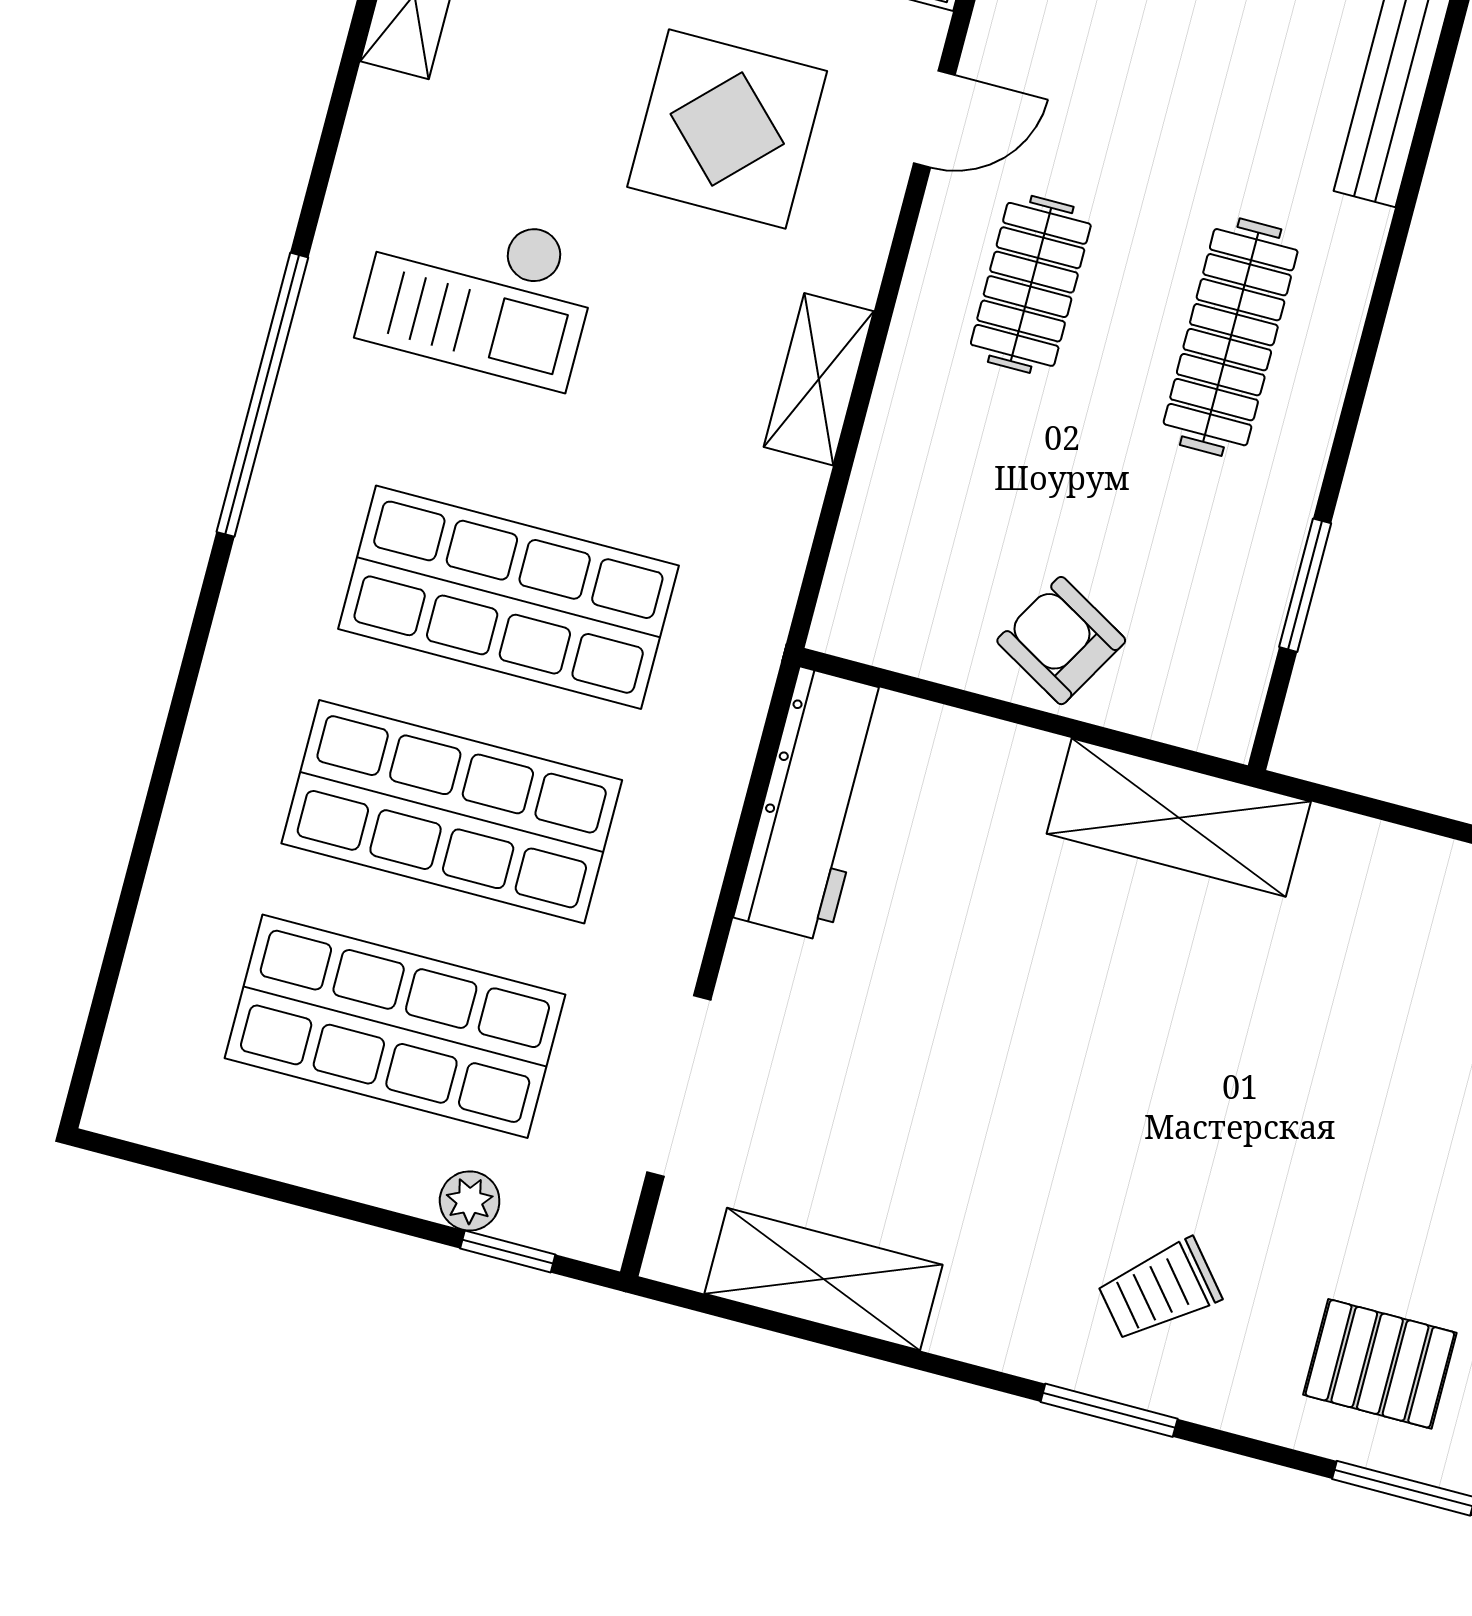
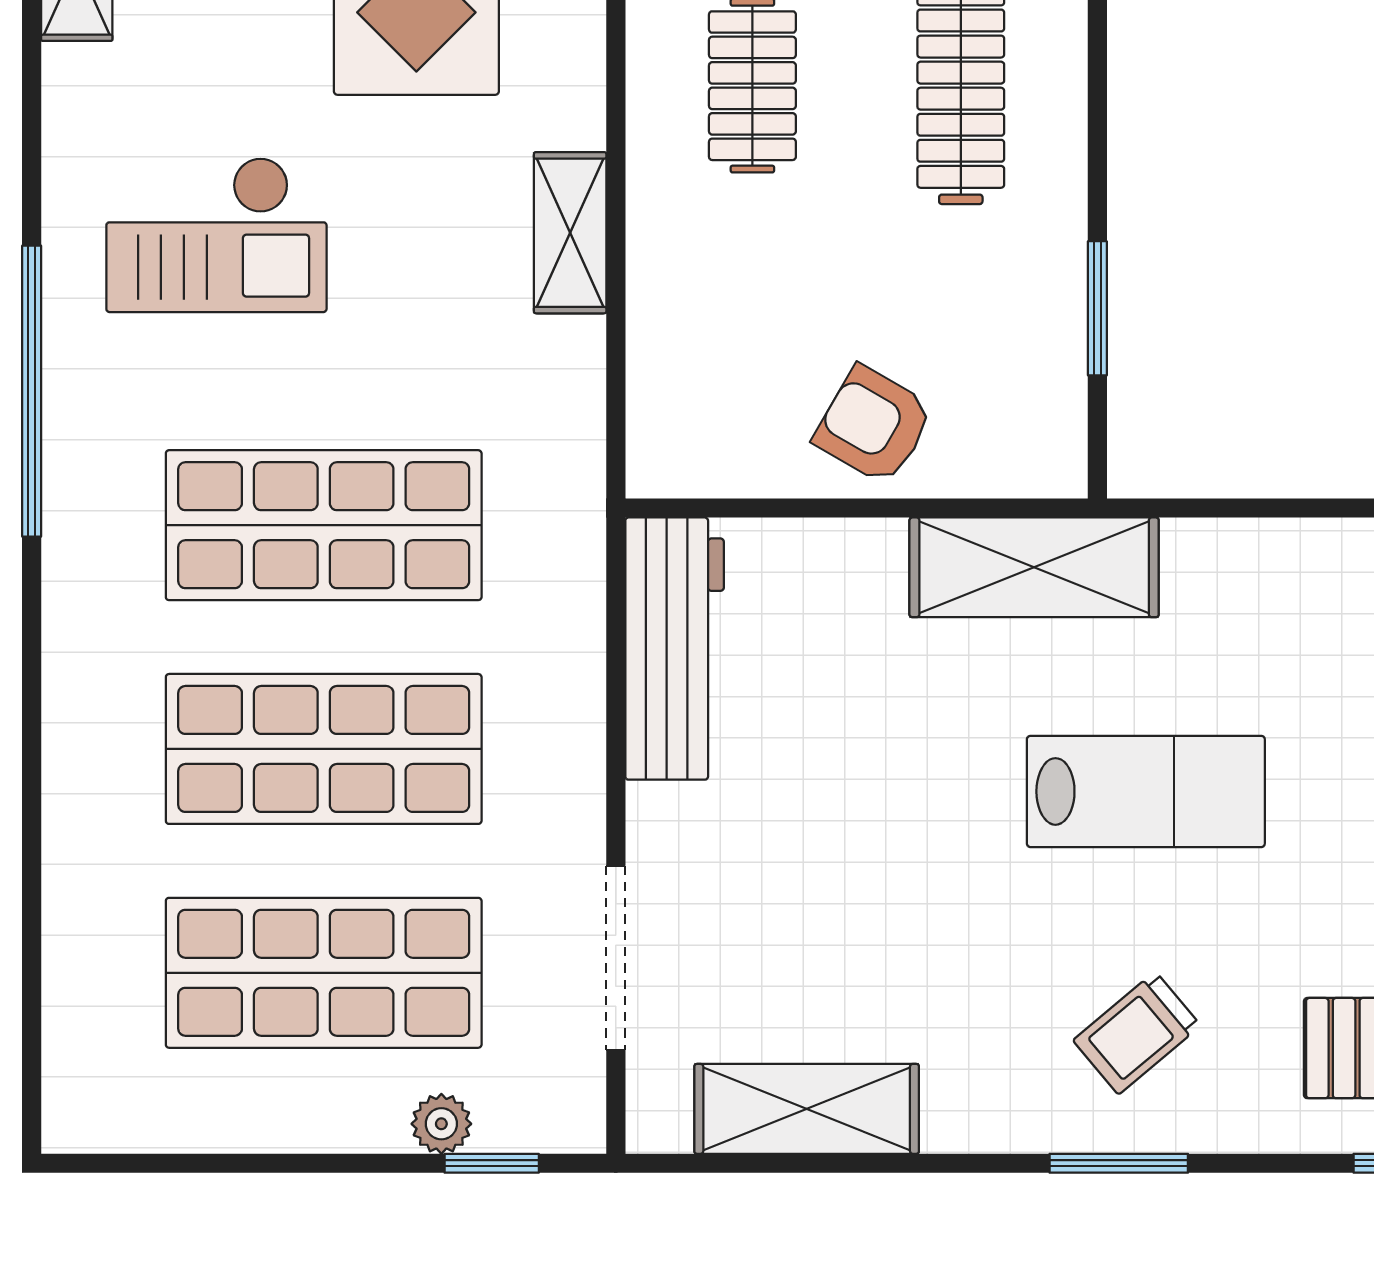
lab bench: (1229, 1061) -> (1146, 791), added

